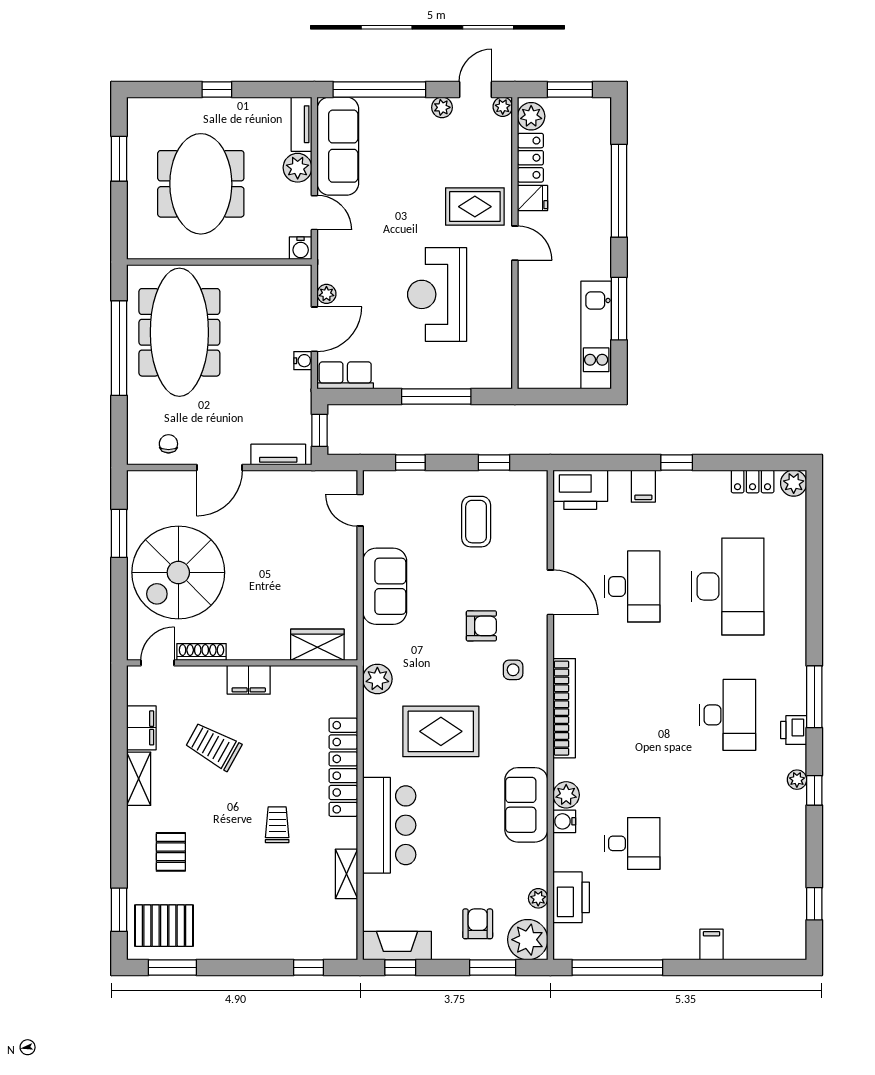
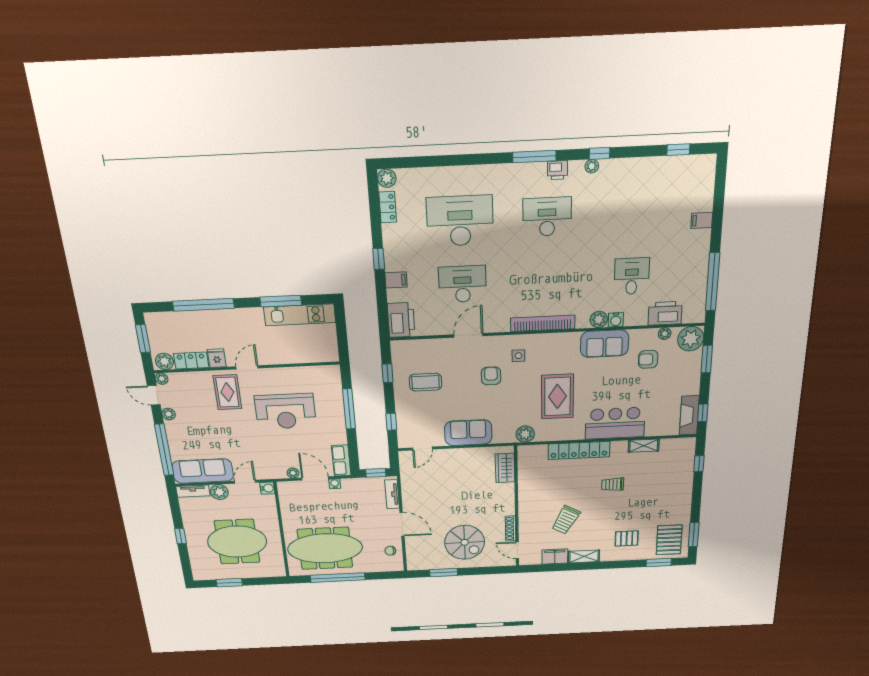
spiral stairs: (178, 572) -> (465, 542), width x0.73, depth x0.73
filing cabinet: (249, 680) -> (526, 503), removed
armchair: (478, 924) -> (648, 359), moved

